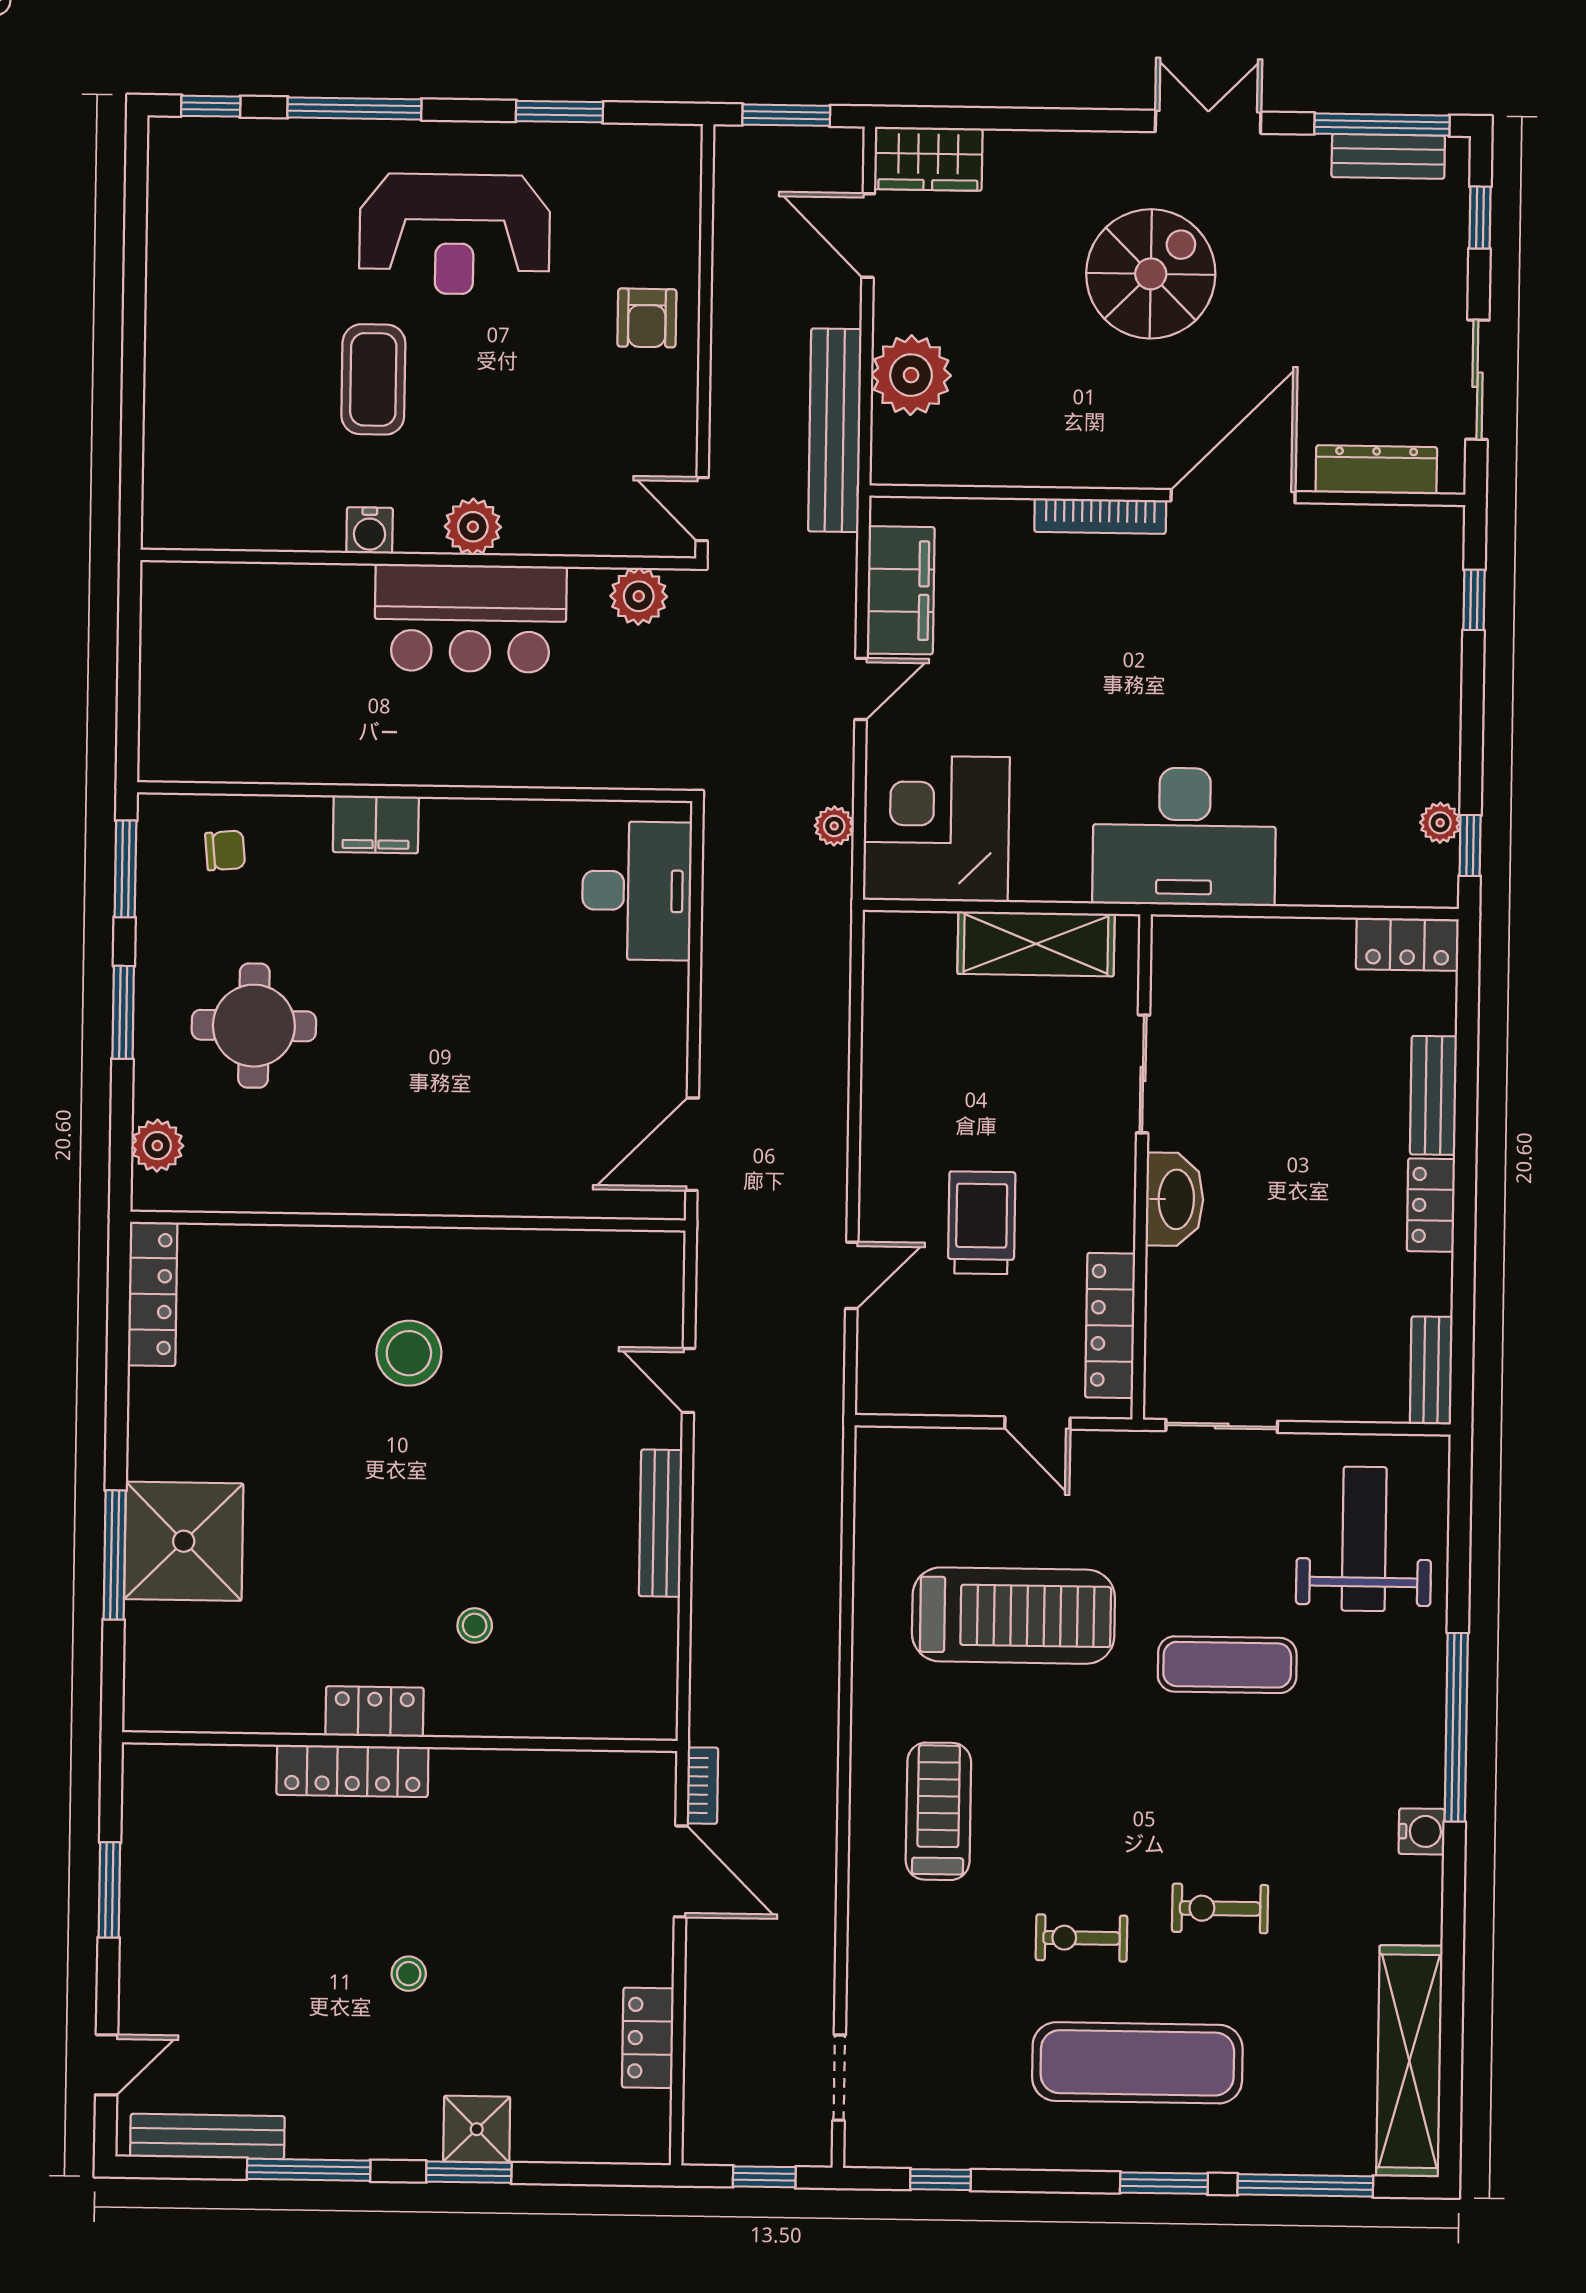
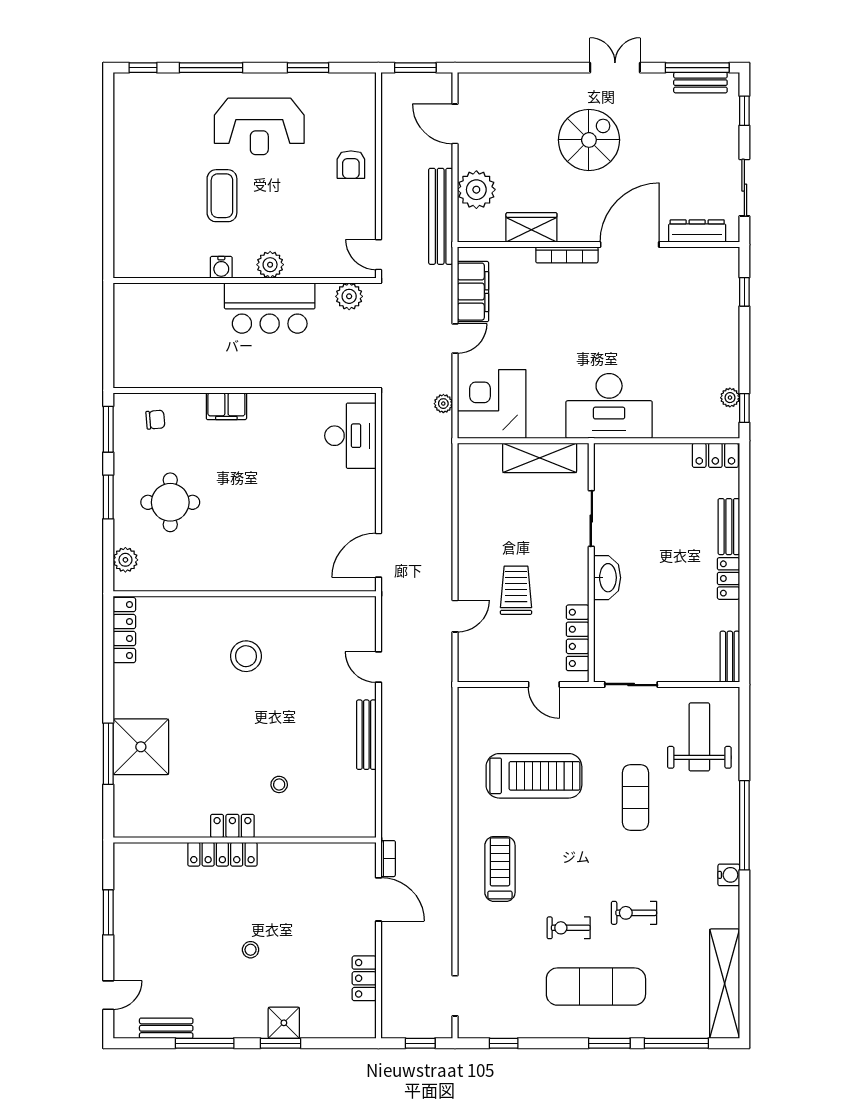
wardrobe: (928, 159) -> (531, 227), moved, turned 180
exercise mat: (1227, 1665) -> (635, 797), turned 90
bench: (207, 2136) -> (166, 1028), width x0.73

